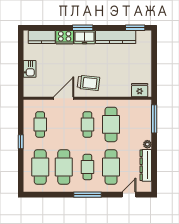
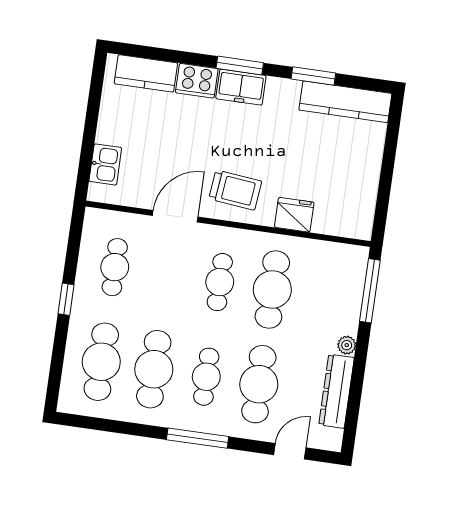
window: (135, 28) -> (313, 76), moved
kitchen counter: (116, 37) -> (345, 102), moved
kitchen sink: (30, 69) -> (105, 164), moved
fridge: (140, 90) -> (294, 215), moved

